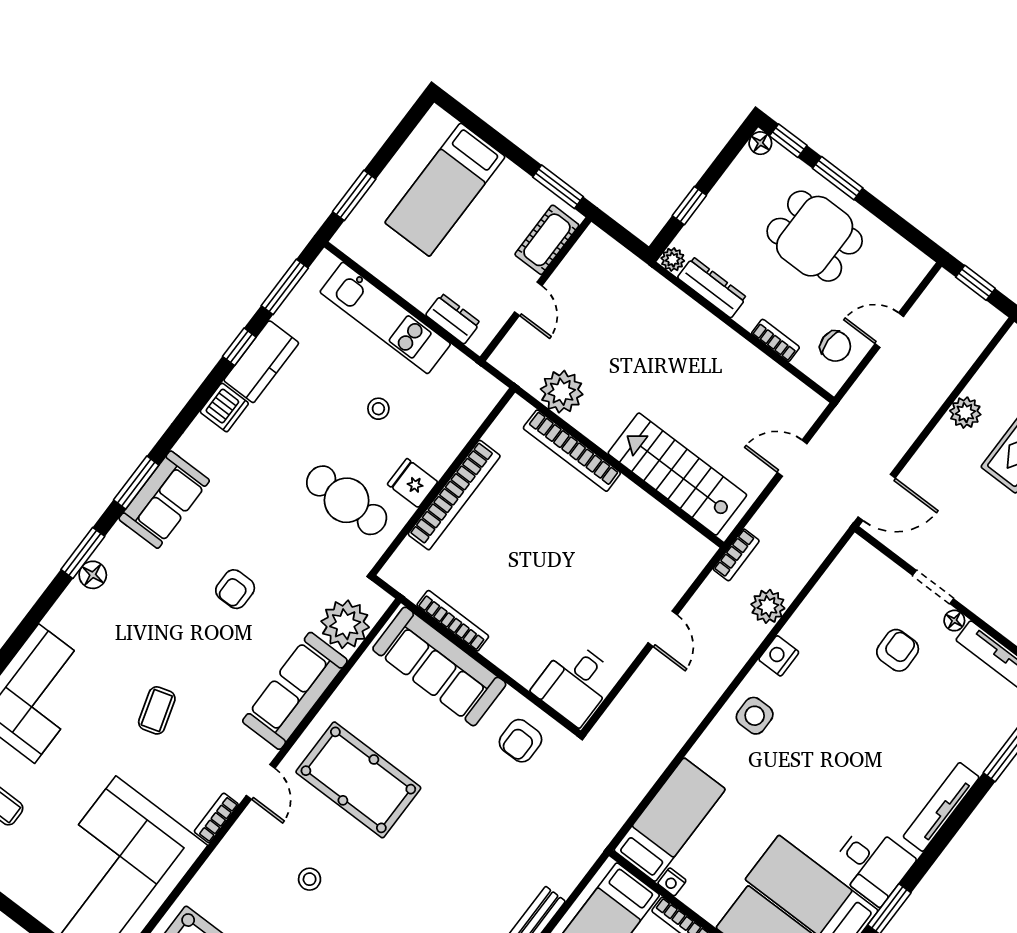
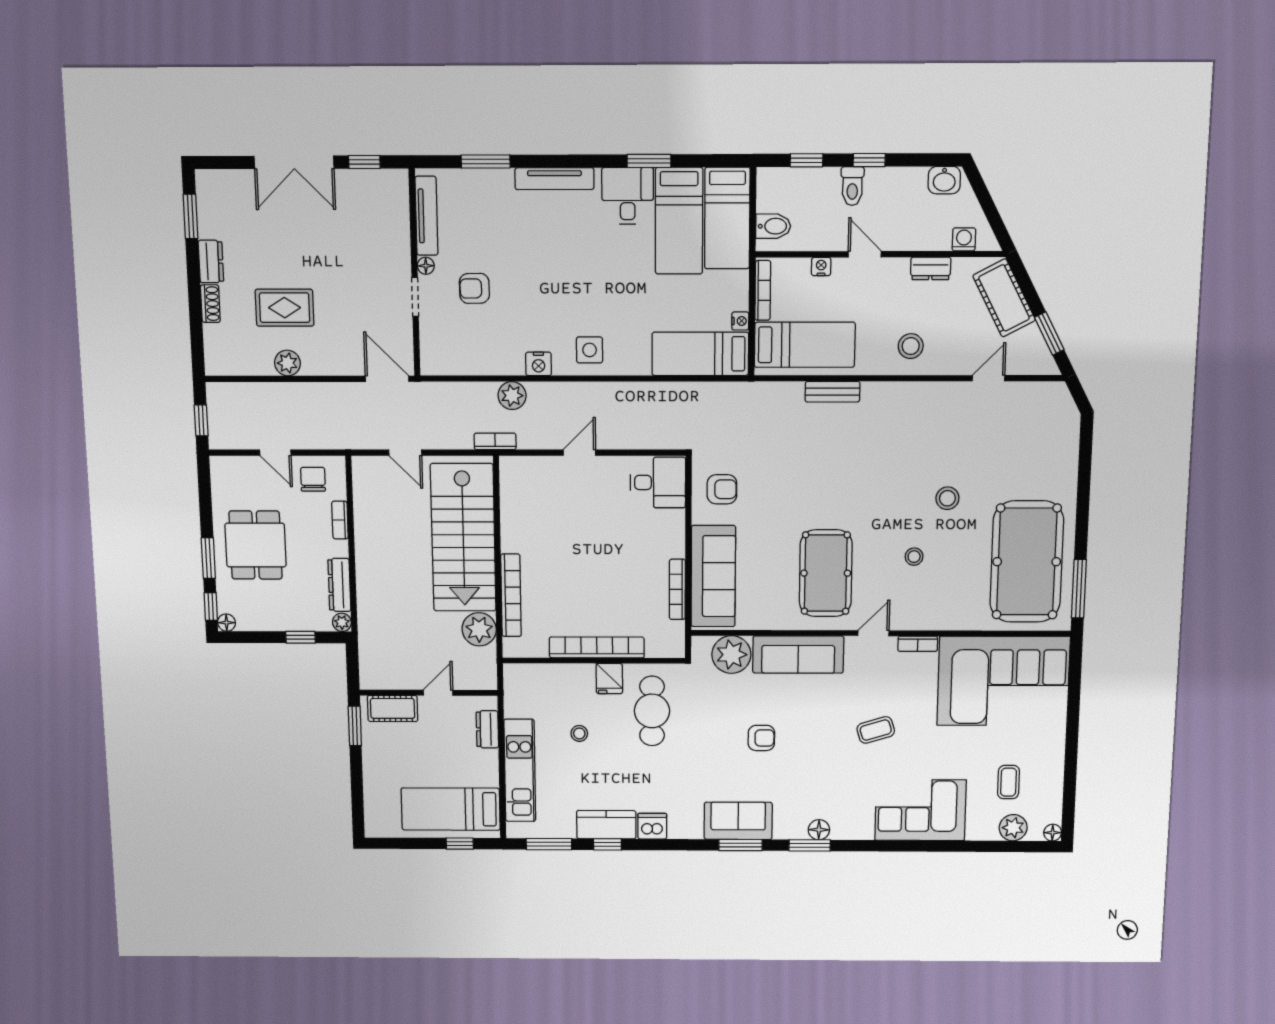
bed: (445, 190) -> (451, 809), moved, turned 180
window: (354, 195) -> (460, 844), width x0.67
stairs: (677, 474) -> (463, 538), width x1.36, depth x1.51

